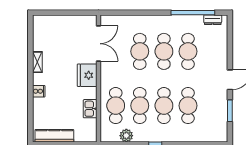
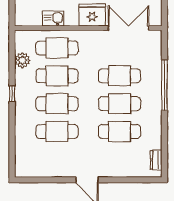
window: (193, 13) -> (164, 85), moved
double door: (98, 44) -> (129, 28), swing flipped
window: (230, 111) -> (51, 180), removed

